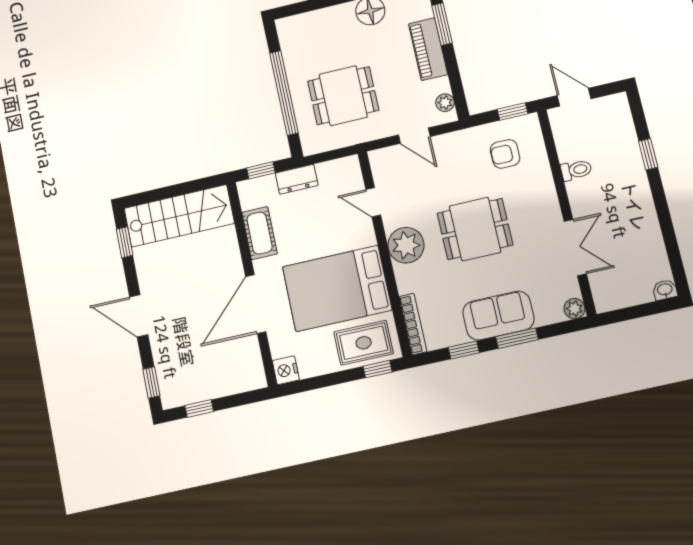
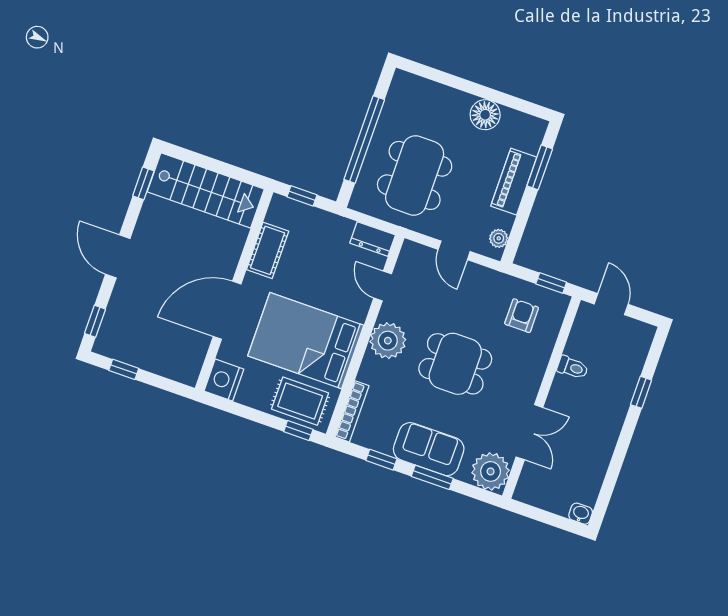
dining table: (343, 96) -> (415, 175), width x1.38
armchair: (505, 154) -> (522, 316), turned 90
dresser: (297, 179) -> (373, 239), moved
plant: (574, 309) -> (491, 471), width x1.88, depth x1.88
nightstand: (286, 370) -> (224, 380), width x1.36, depth x1.33

